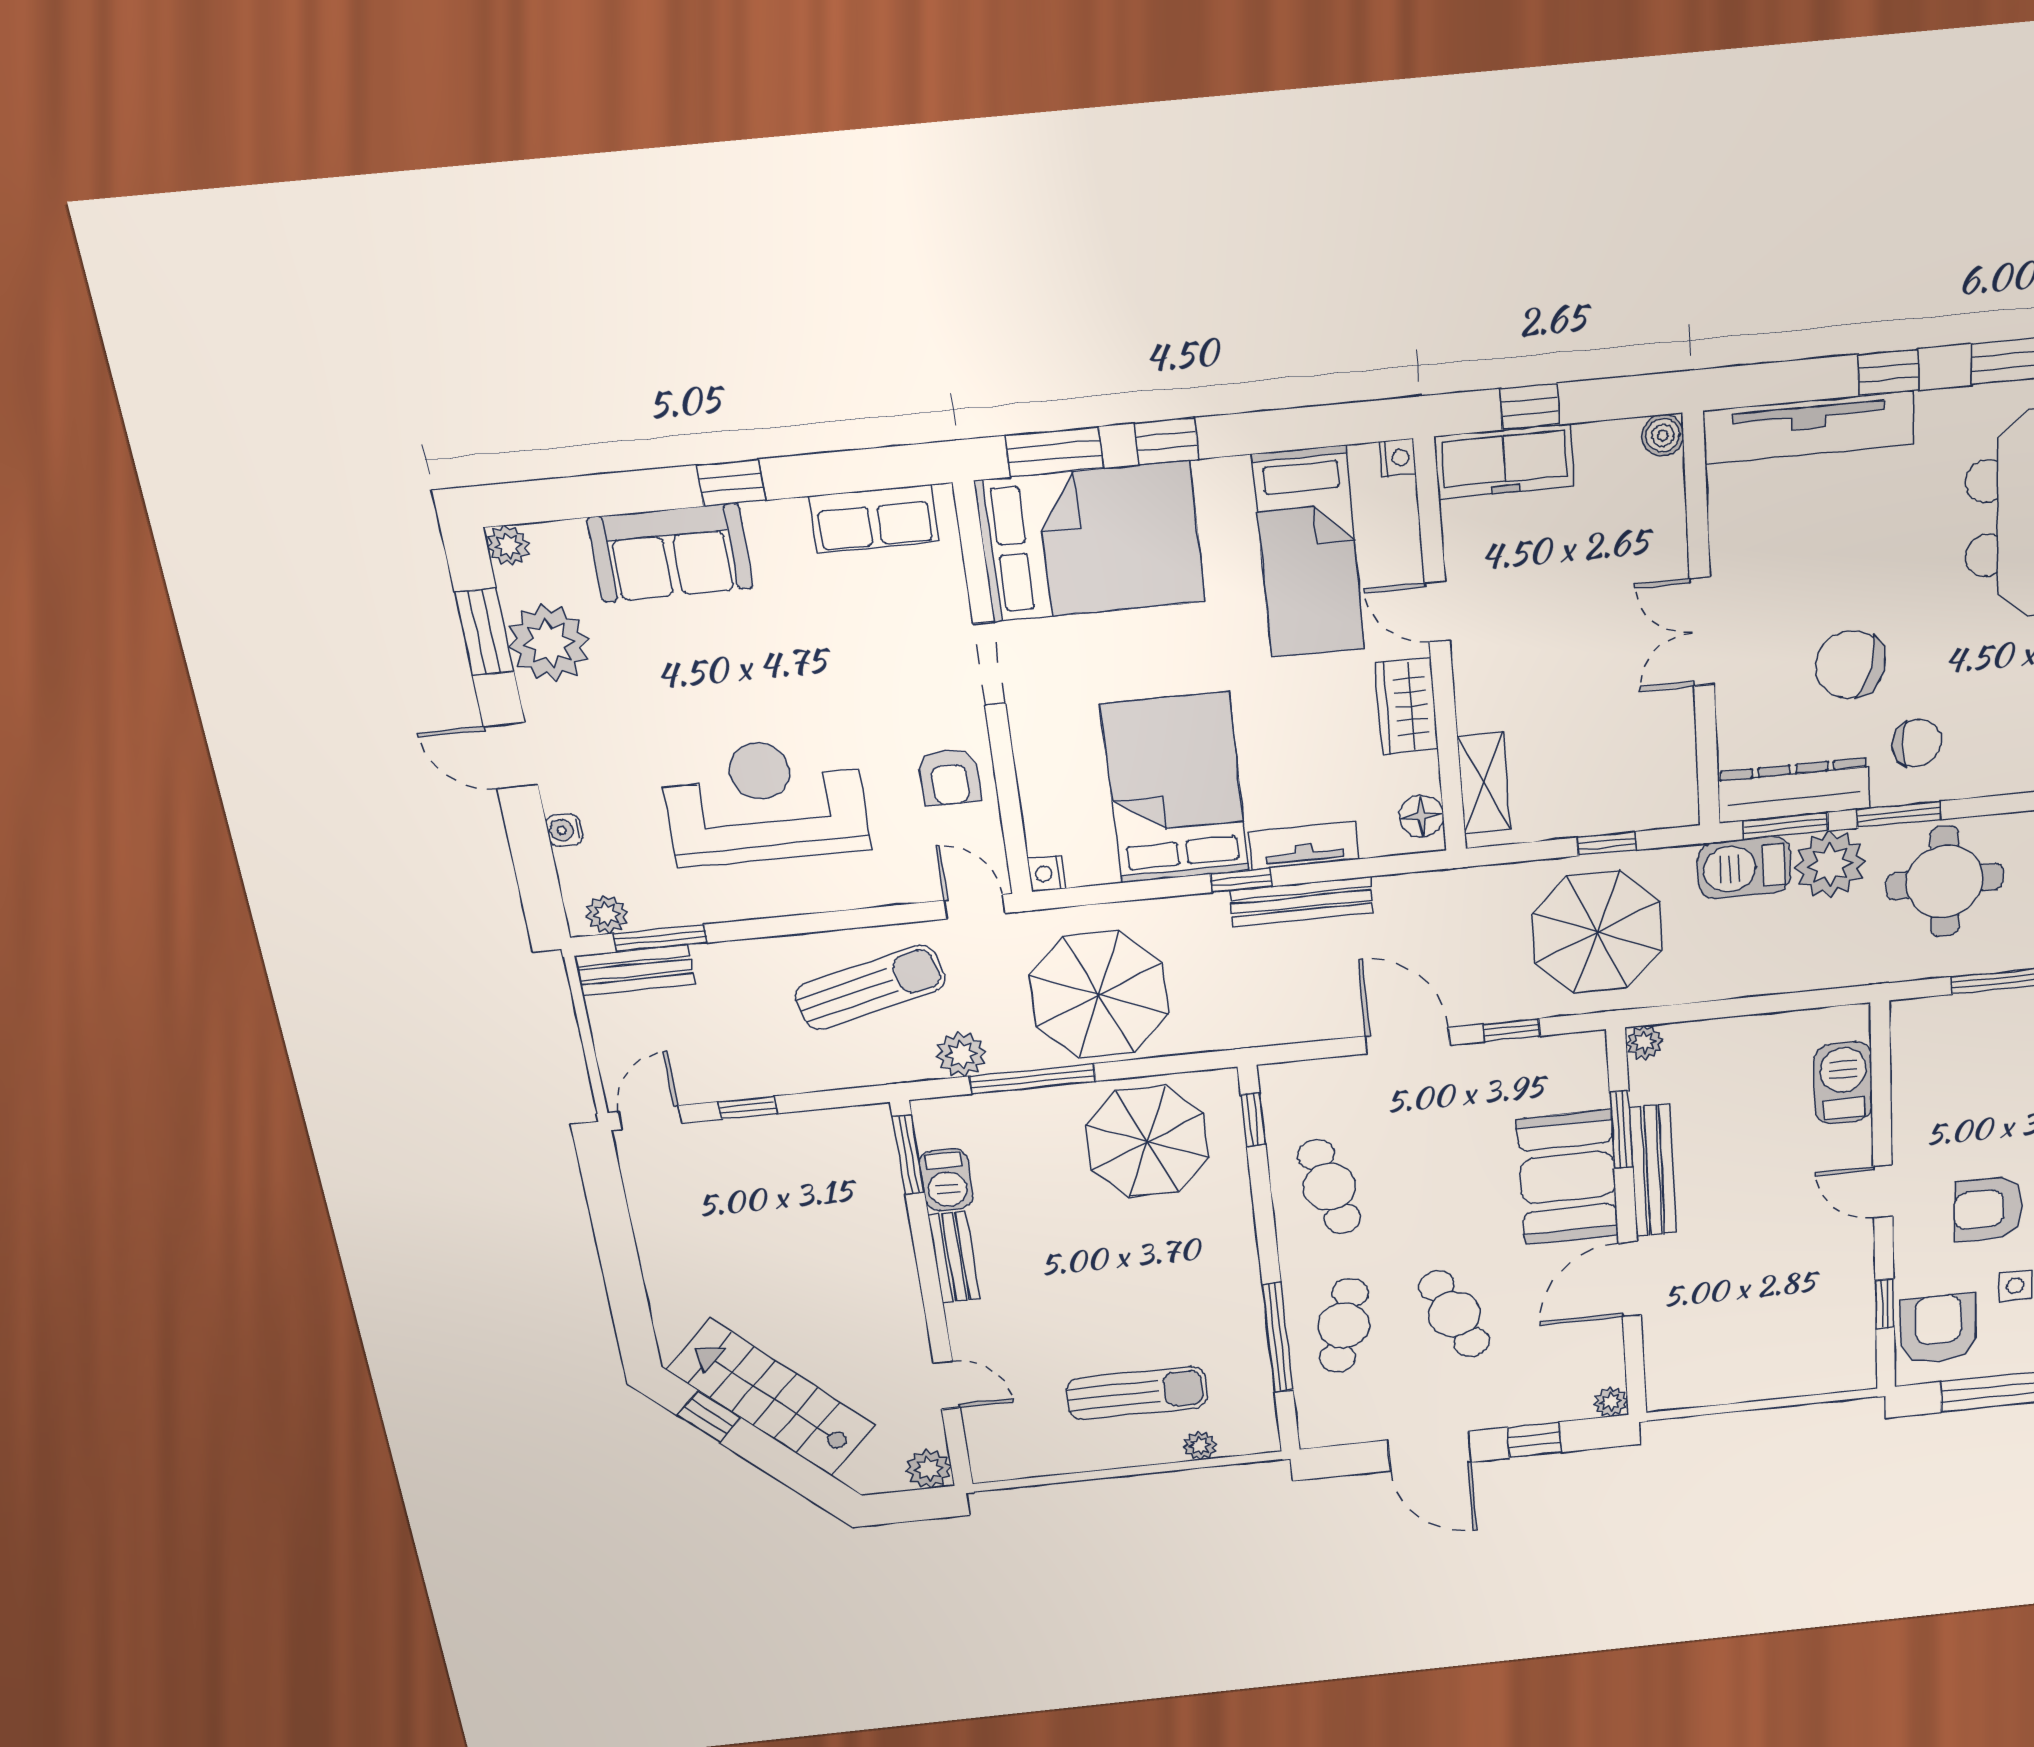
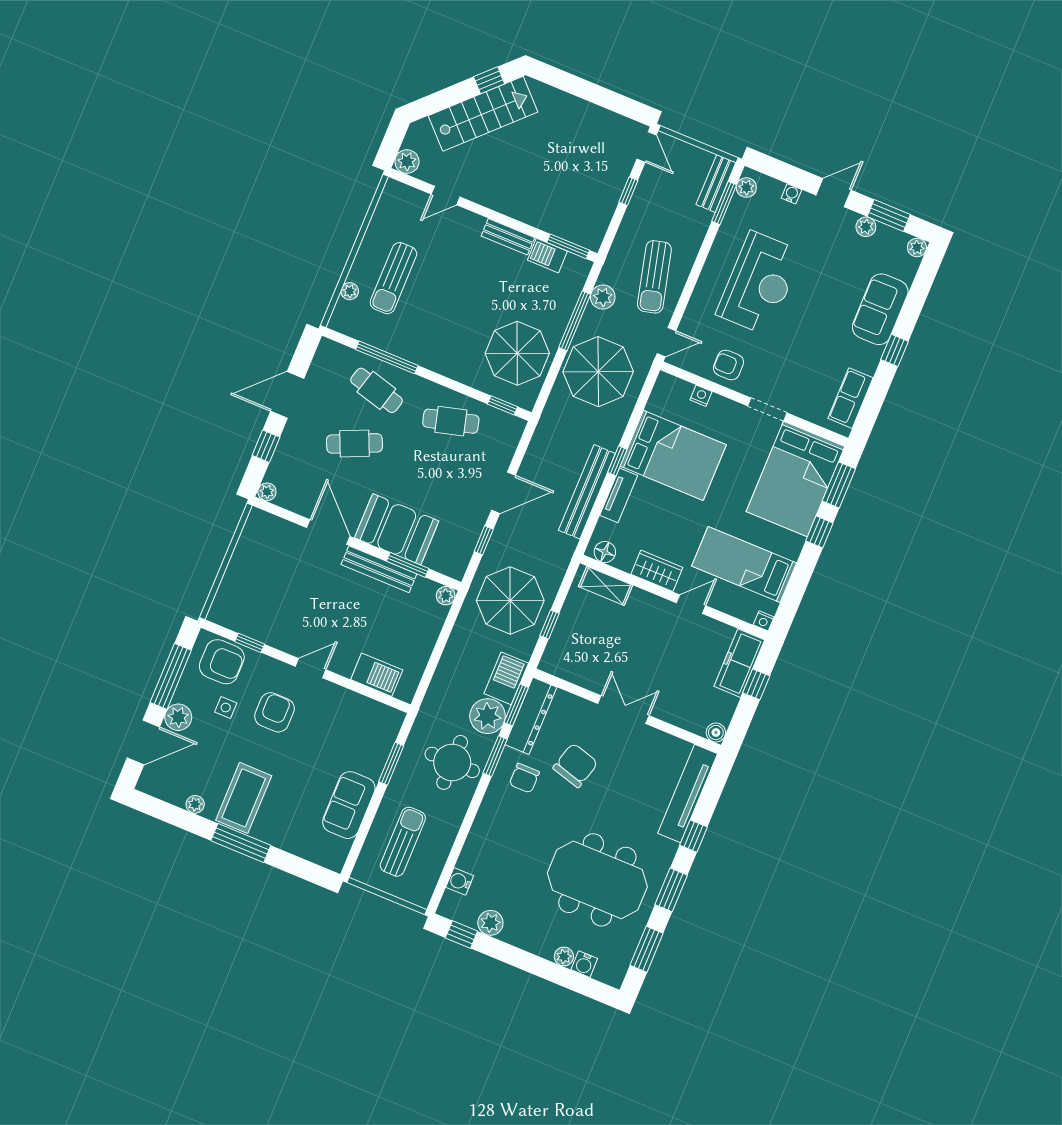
plant: (549, 643) -> (866, 227), width x0.53, depth x0.53
nightstand: (1047, 873) -> (701, 396), moved
bench: (1302, 902) -> (587, 492), width x1.37, depth x1.21

